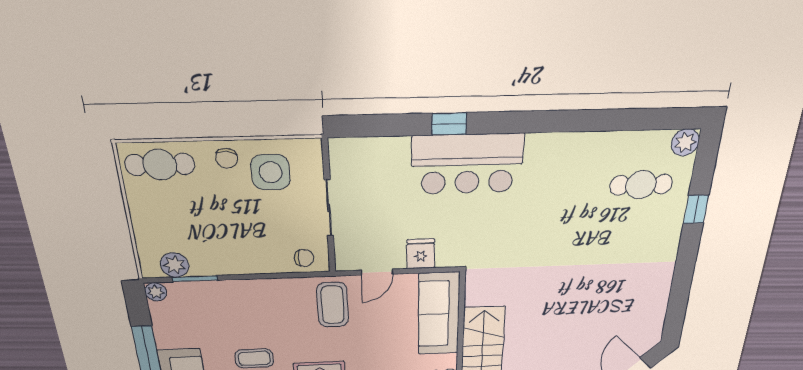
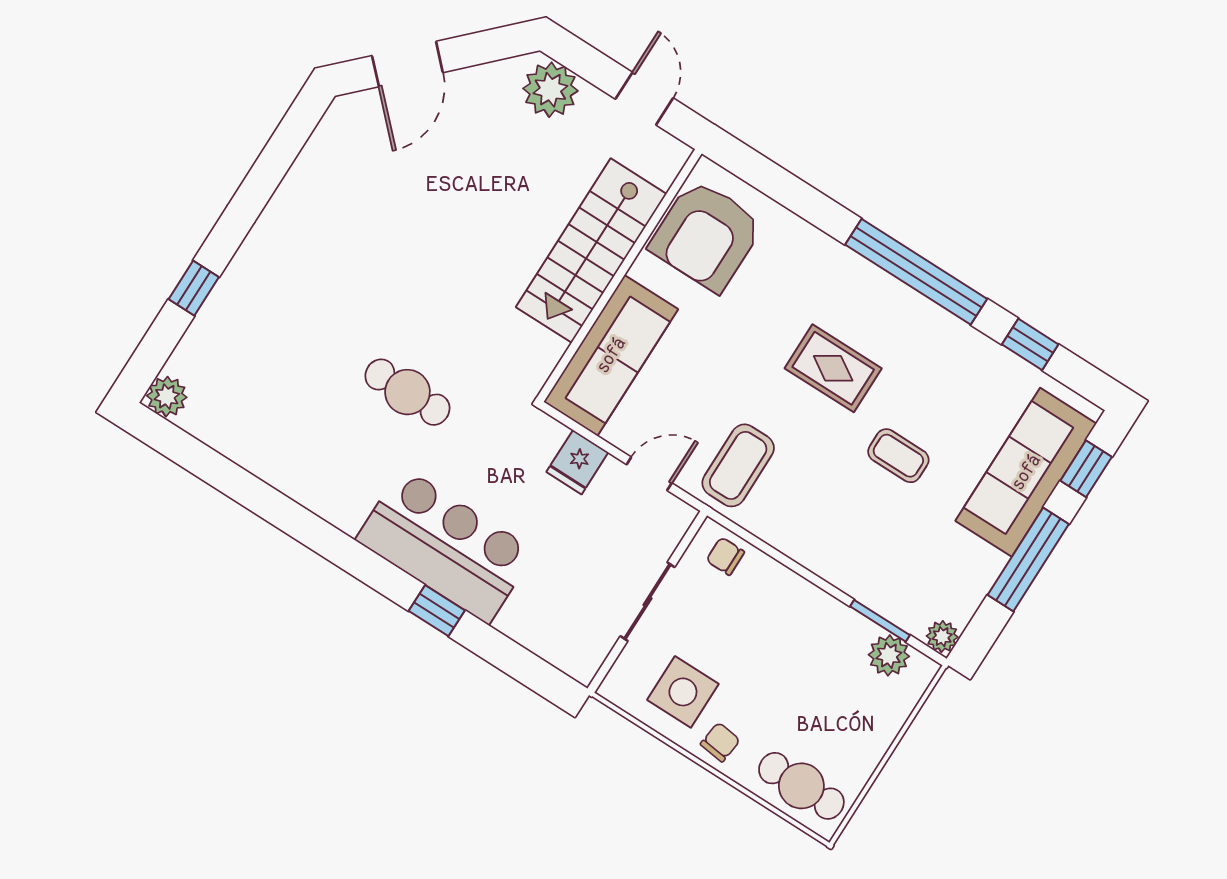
cafe table: (641, 185) -> (407, 392), moved

